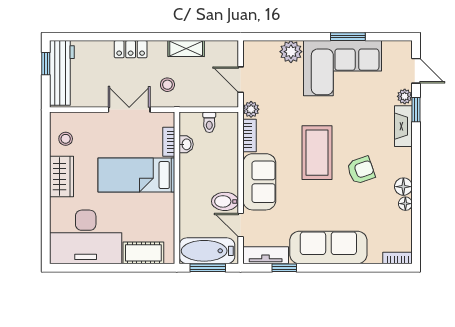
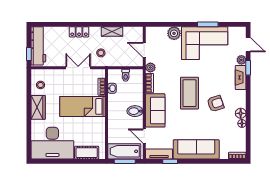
window: (46, 64) -> (29, 54), moved
bidet: (225, 201) -> (135, 111), moved

